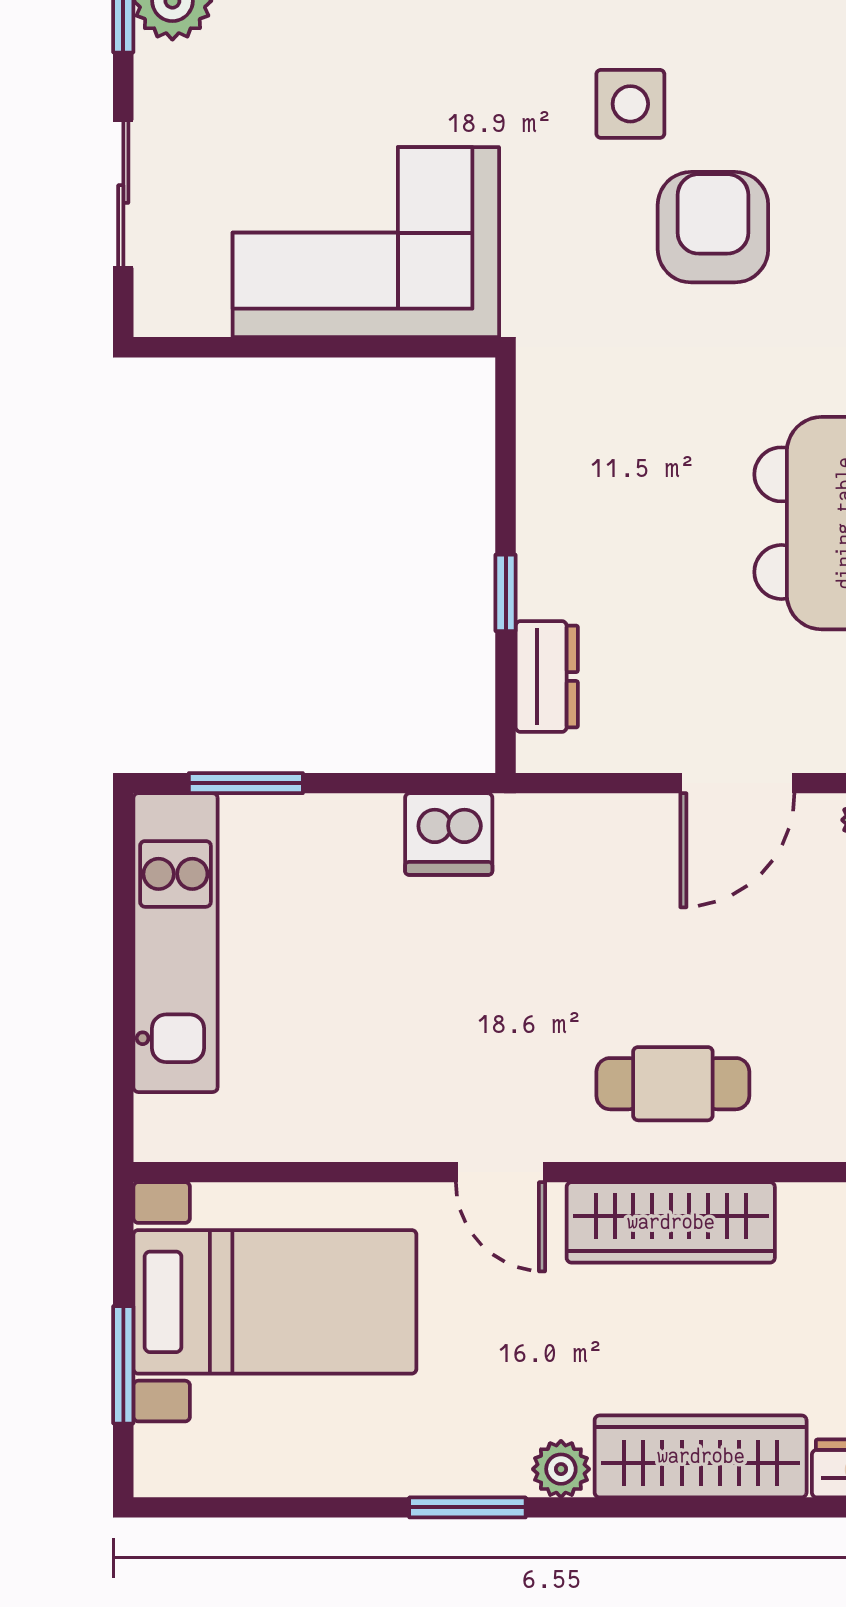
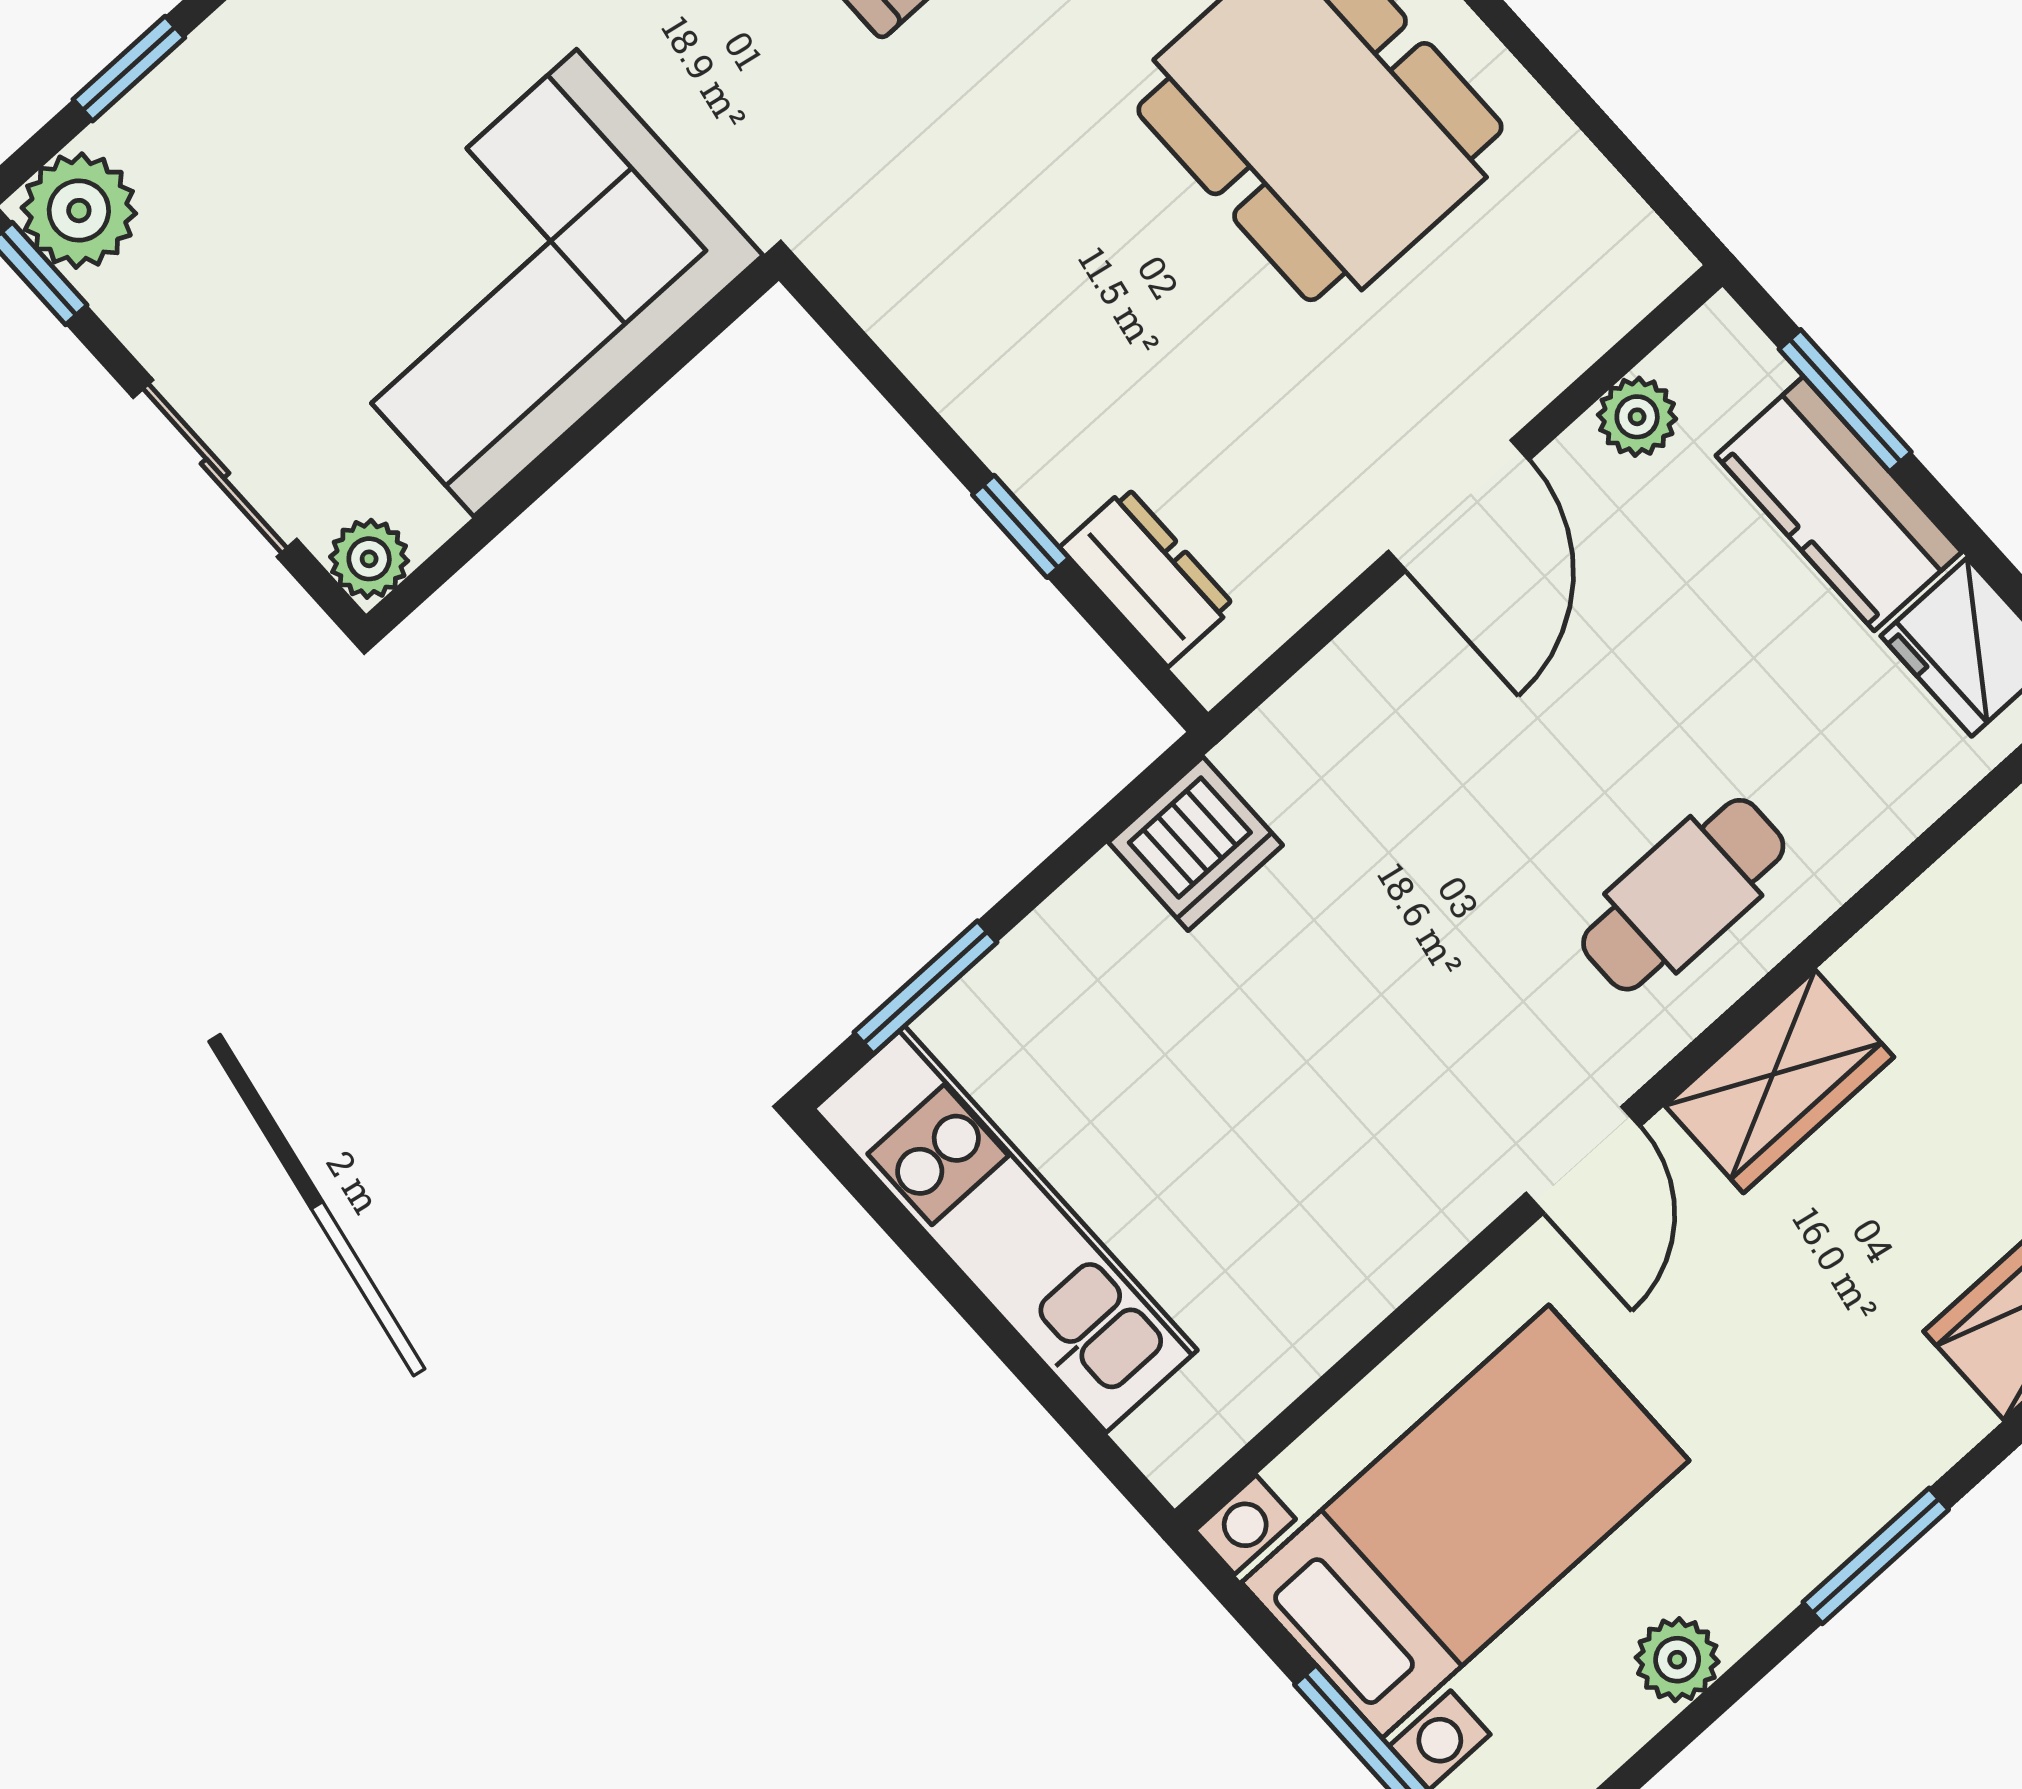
plant: (160, 311) -> (369, 559), added
door: (500, 1172) -> (1583, 1160), hinge flipped
wardrobe: (671, 1222) -> (1779, 1081), width x0.67
plant: (561, 1469) -> (1677, 1660), moved

